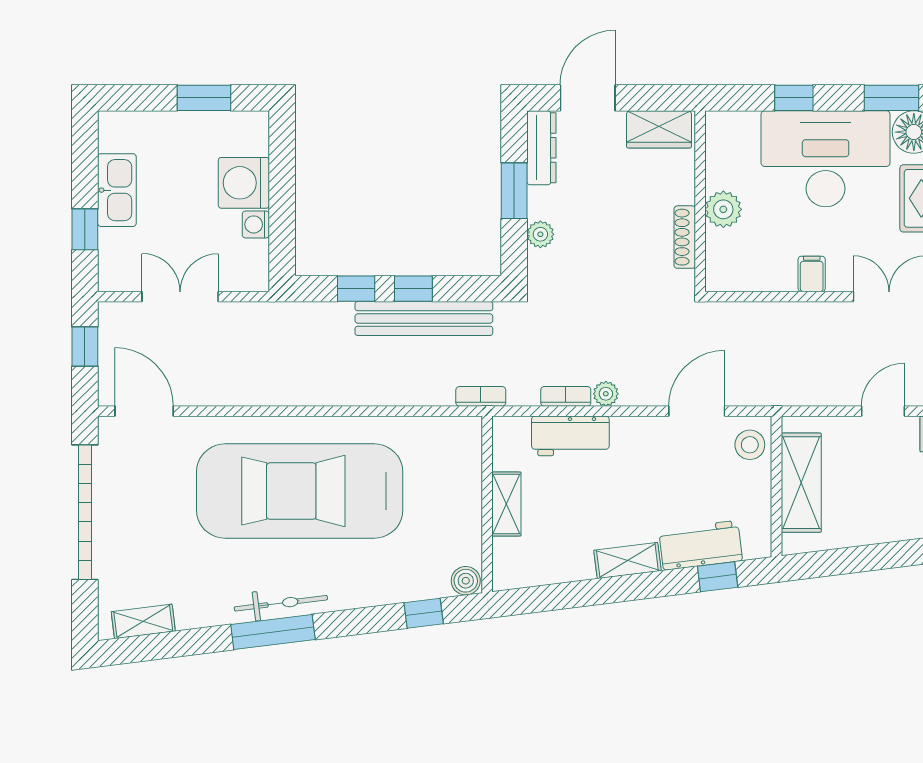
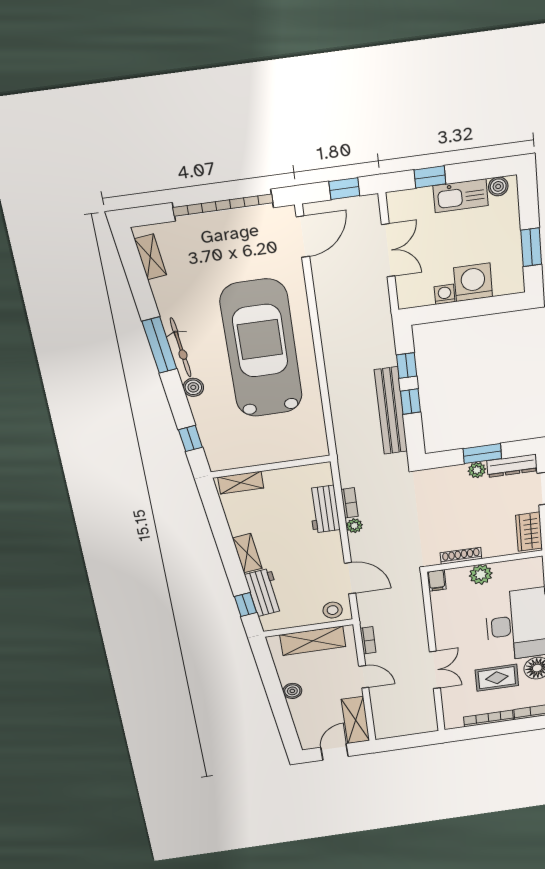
boiler: (111, 138) -> (498, 186), added
plant: (540, 234) -> (477, 470), moved
filing cabinet: (812, 274) -> (437, 580), moved, turned 90
bookcase: (481, 396) -> (368, 640), moved
shelving: (506, 504) -> (241, 483), moved
boiler: (891, 527) -> (292, 691), added
boiler: (466, 581) -> (193, 387), moved

